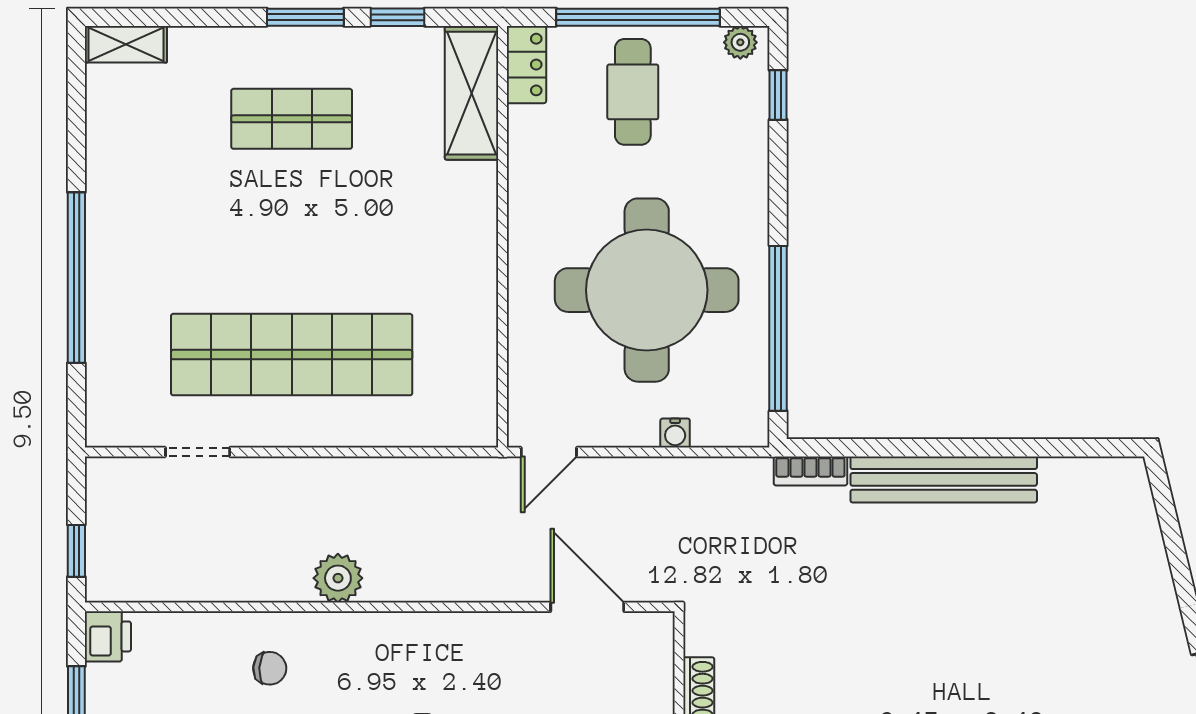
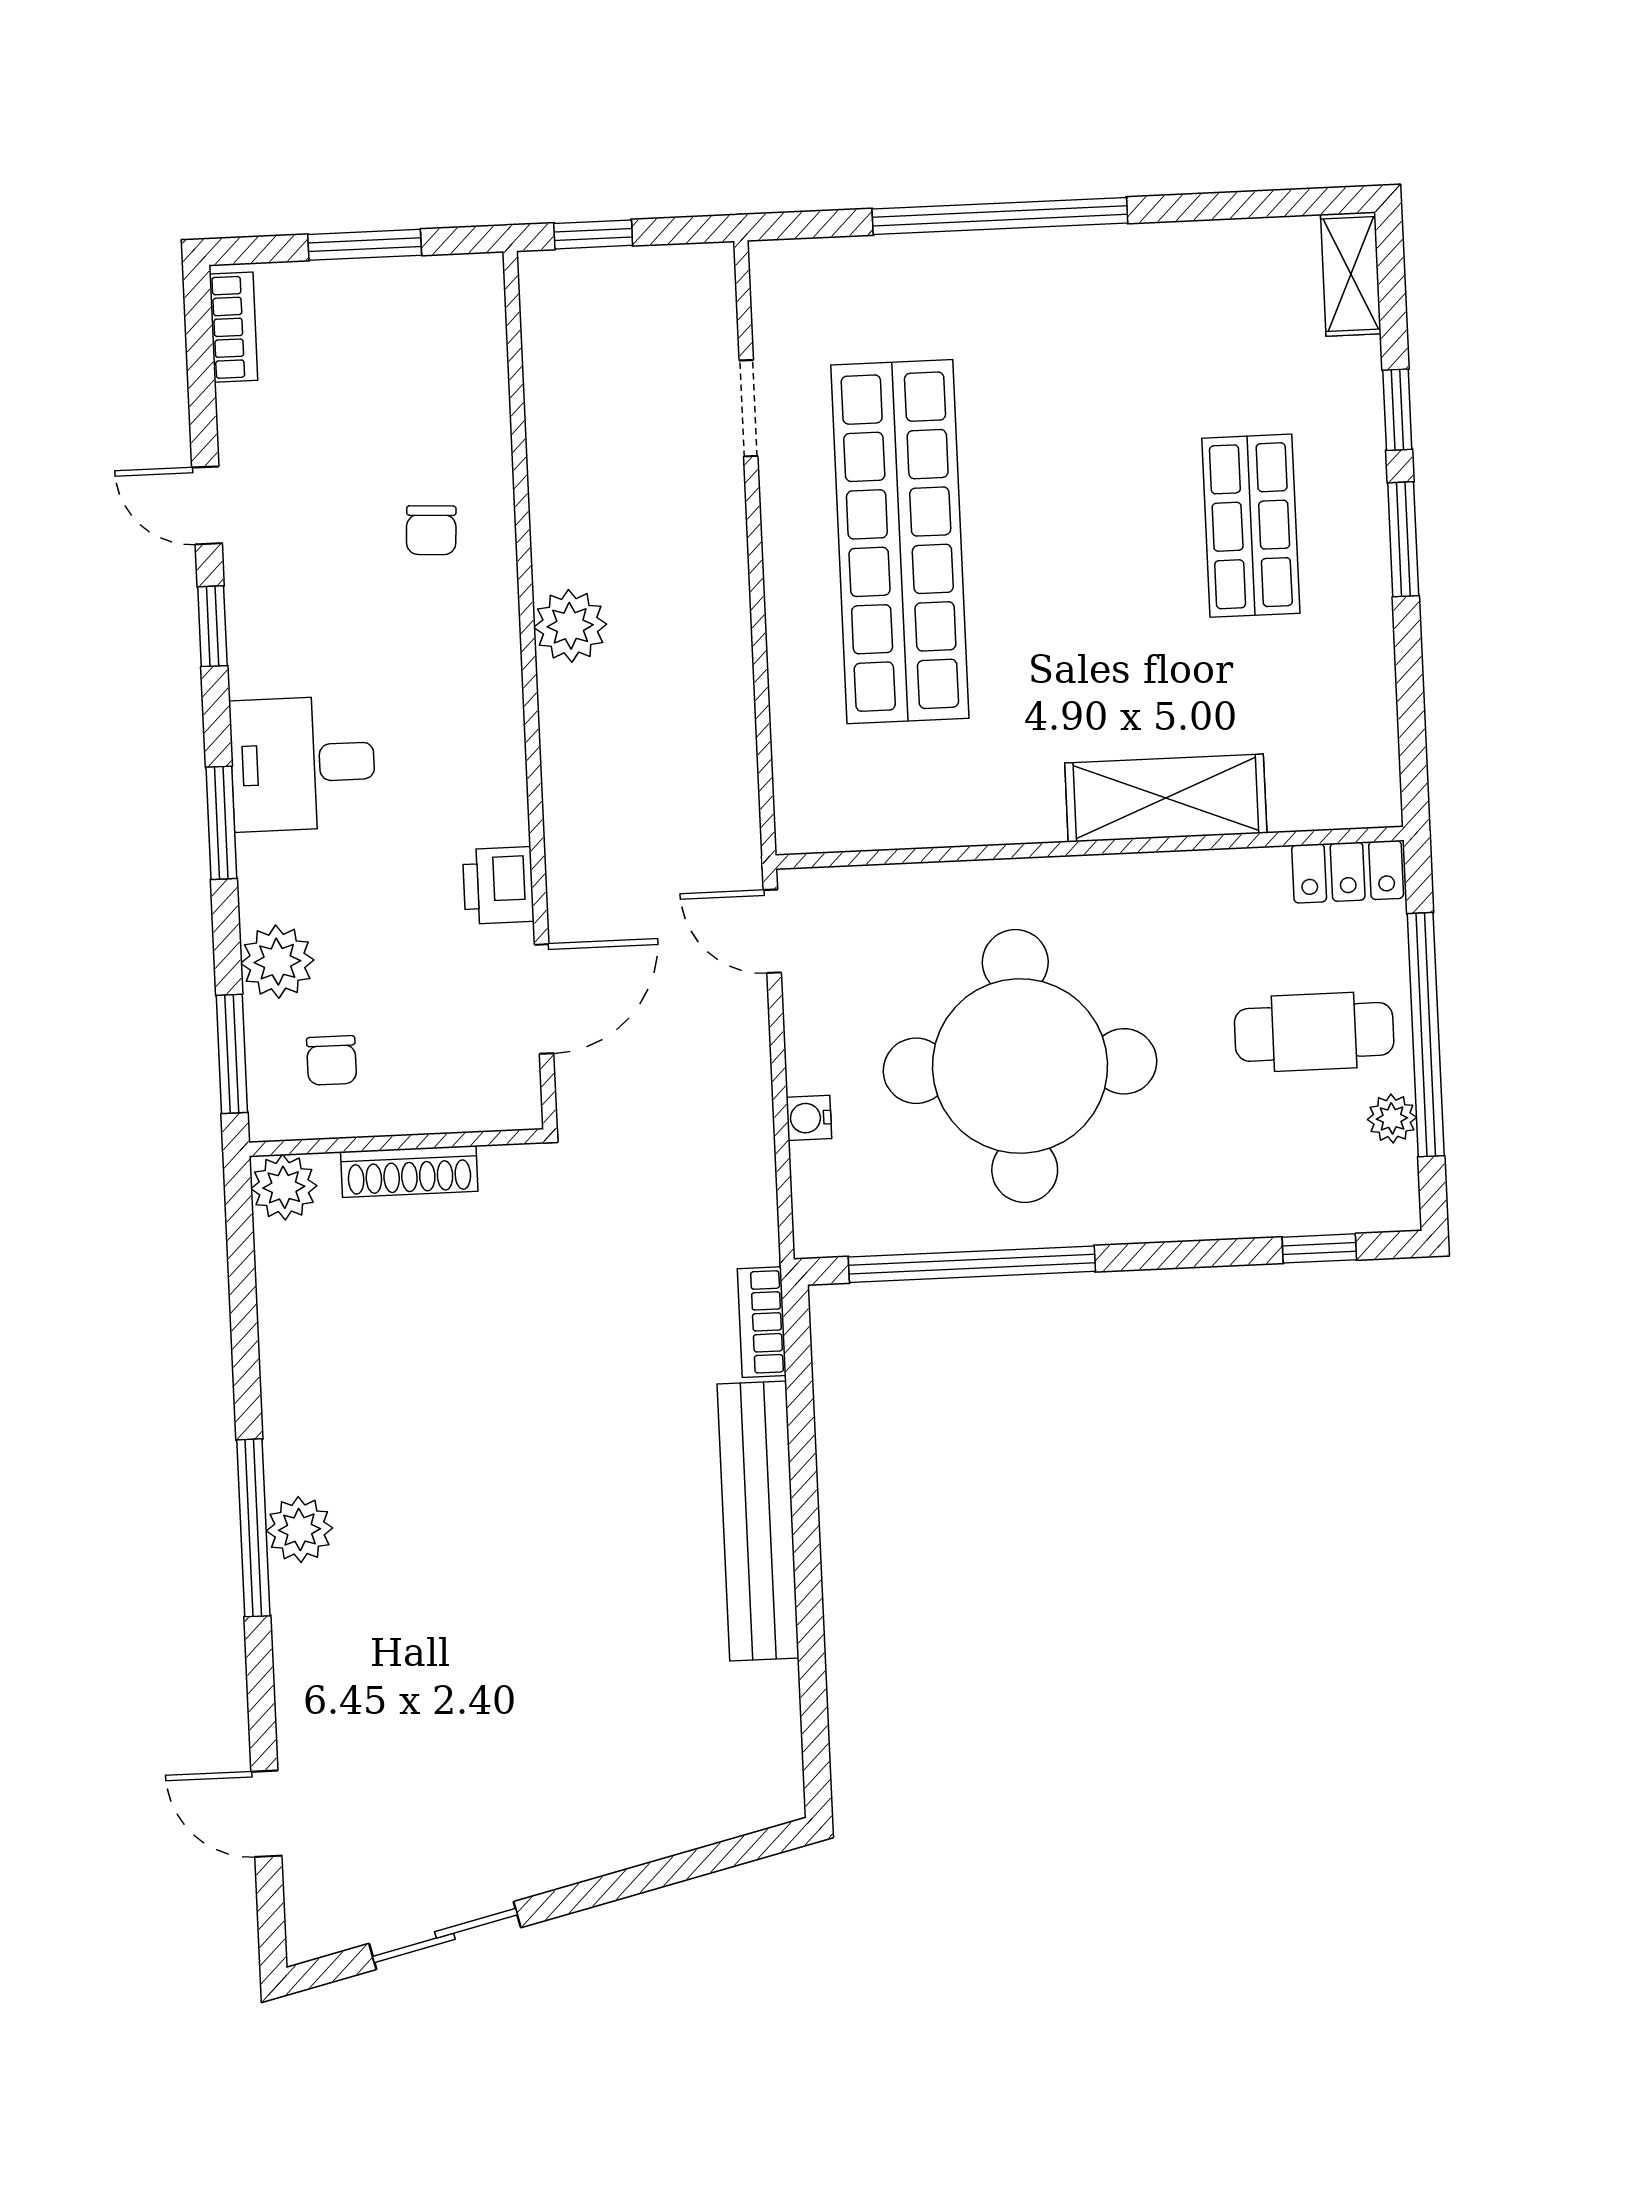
window: (397, 17) -> (1397, 410), moved
plant: (740, 42) -> (1392, 1118), moved
shelving: (472, 93) -> (1166, 798), moved
printer: (108, 636) -> (498, 885), moved, turned 90

